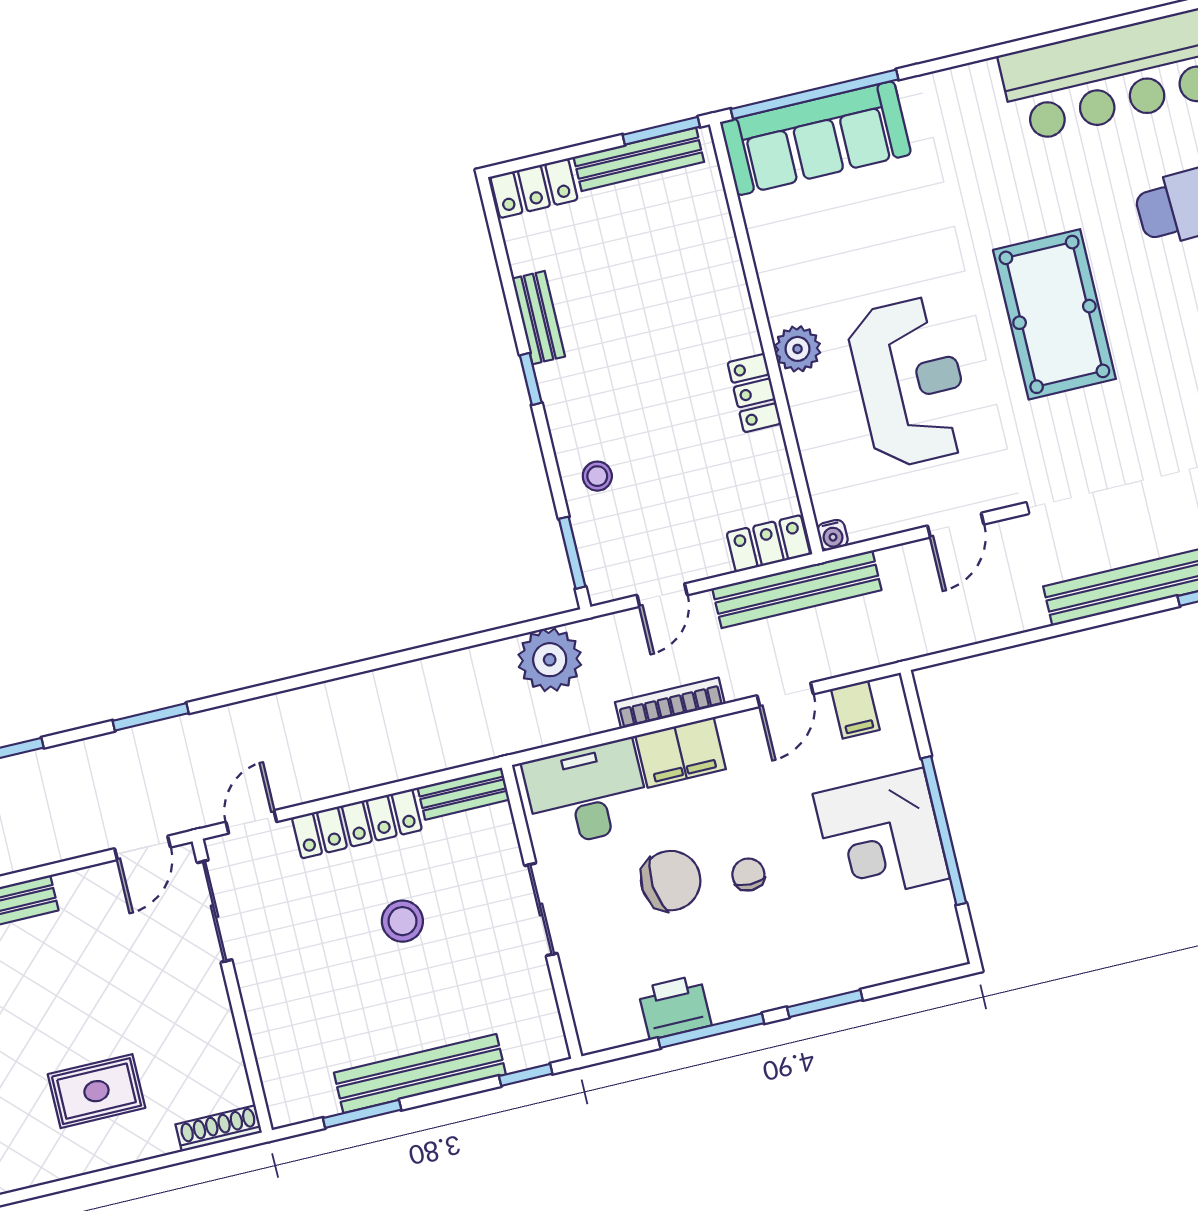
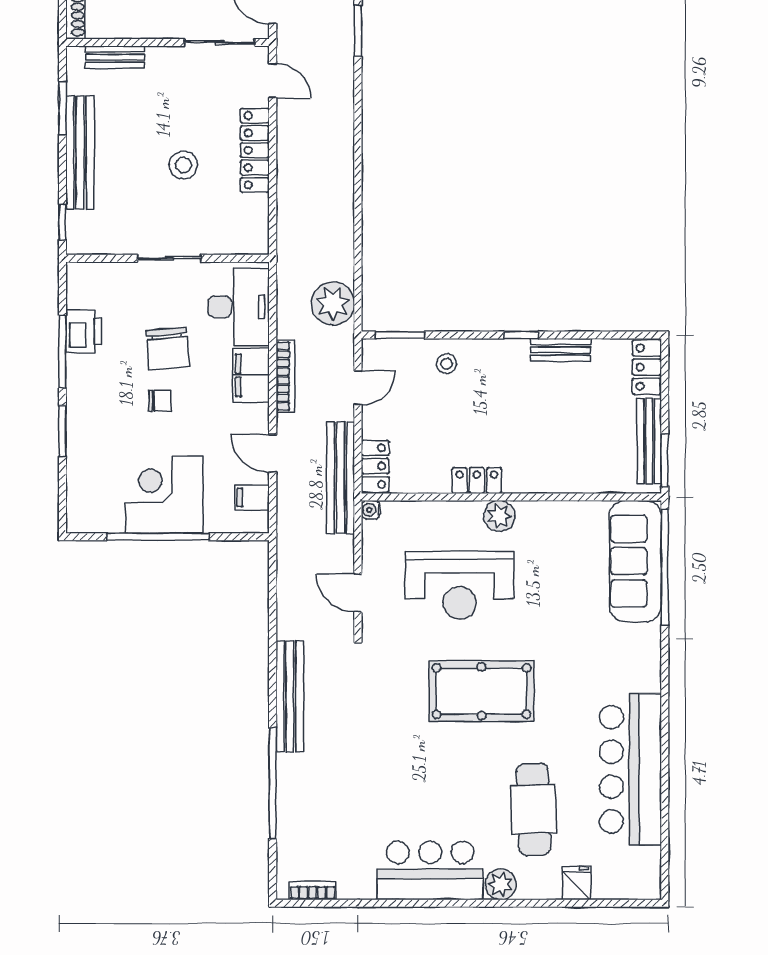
door: (662, 595) -> (358, 388), swing flipped
bench: (464, 794) -> (115, 57), moved, turned 90

